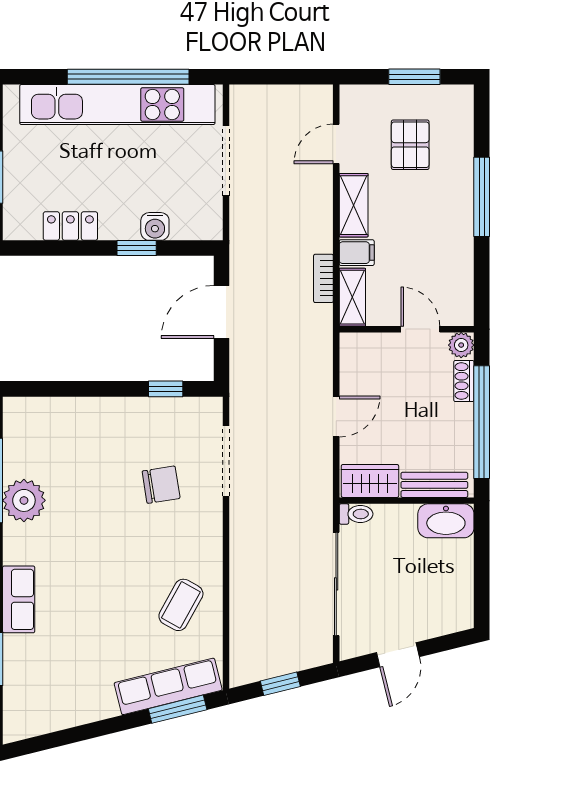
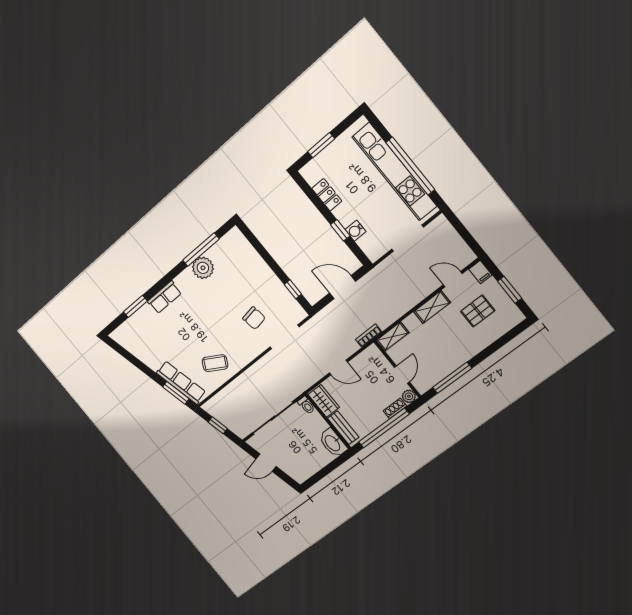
window: (482, 197) -> (452, 378), moved
filing cabinet: (357, 253) -> (480, 272), moved
bookcase: (323, 278) -> (369, 336), moved

